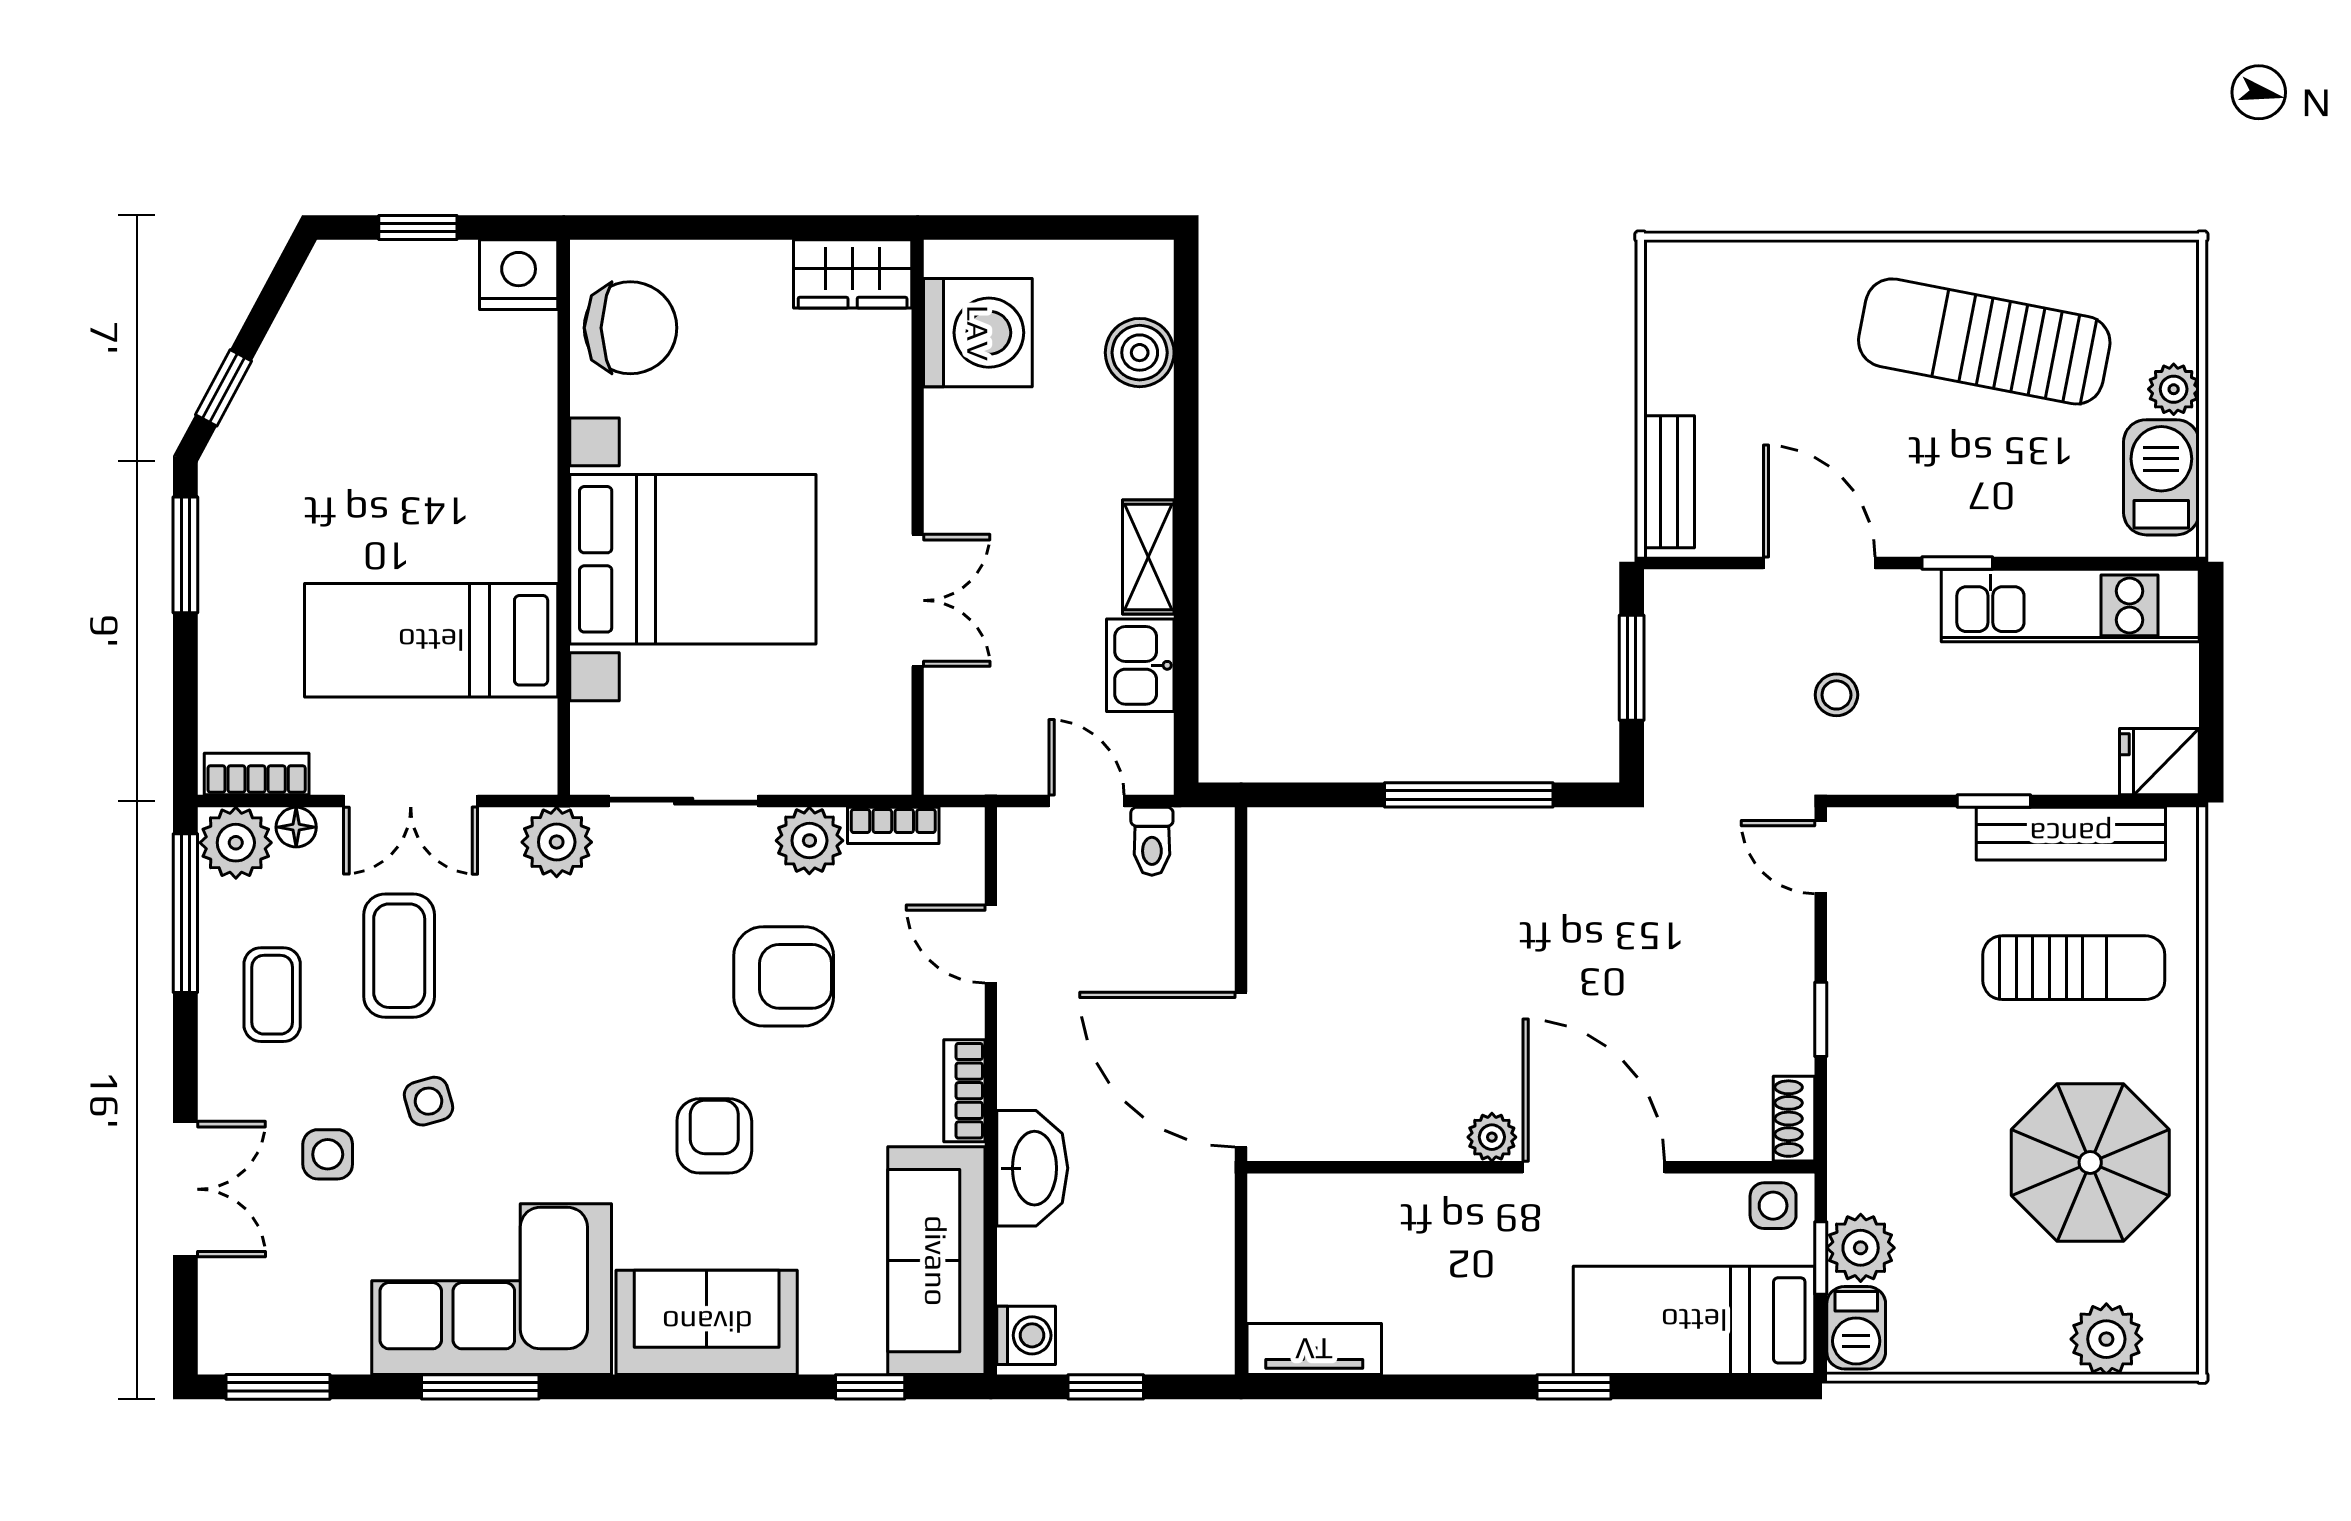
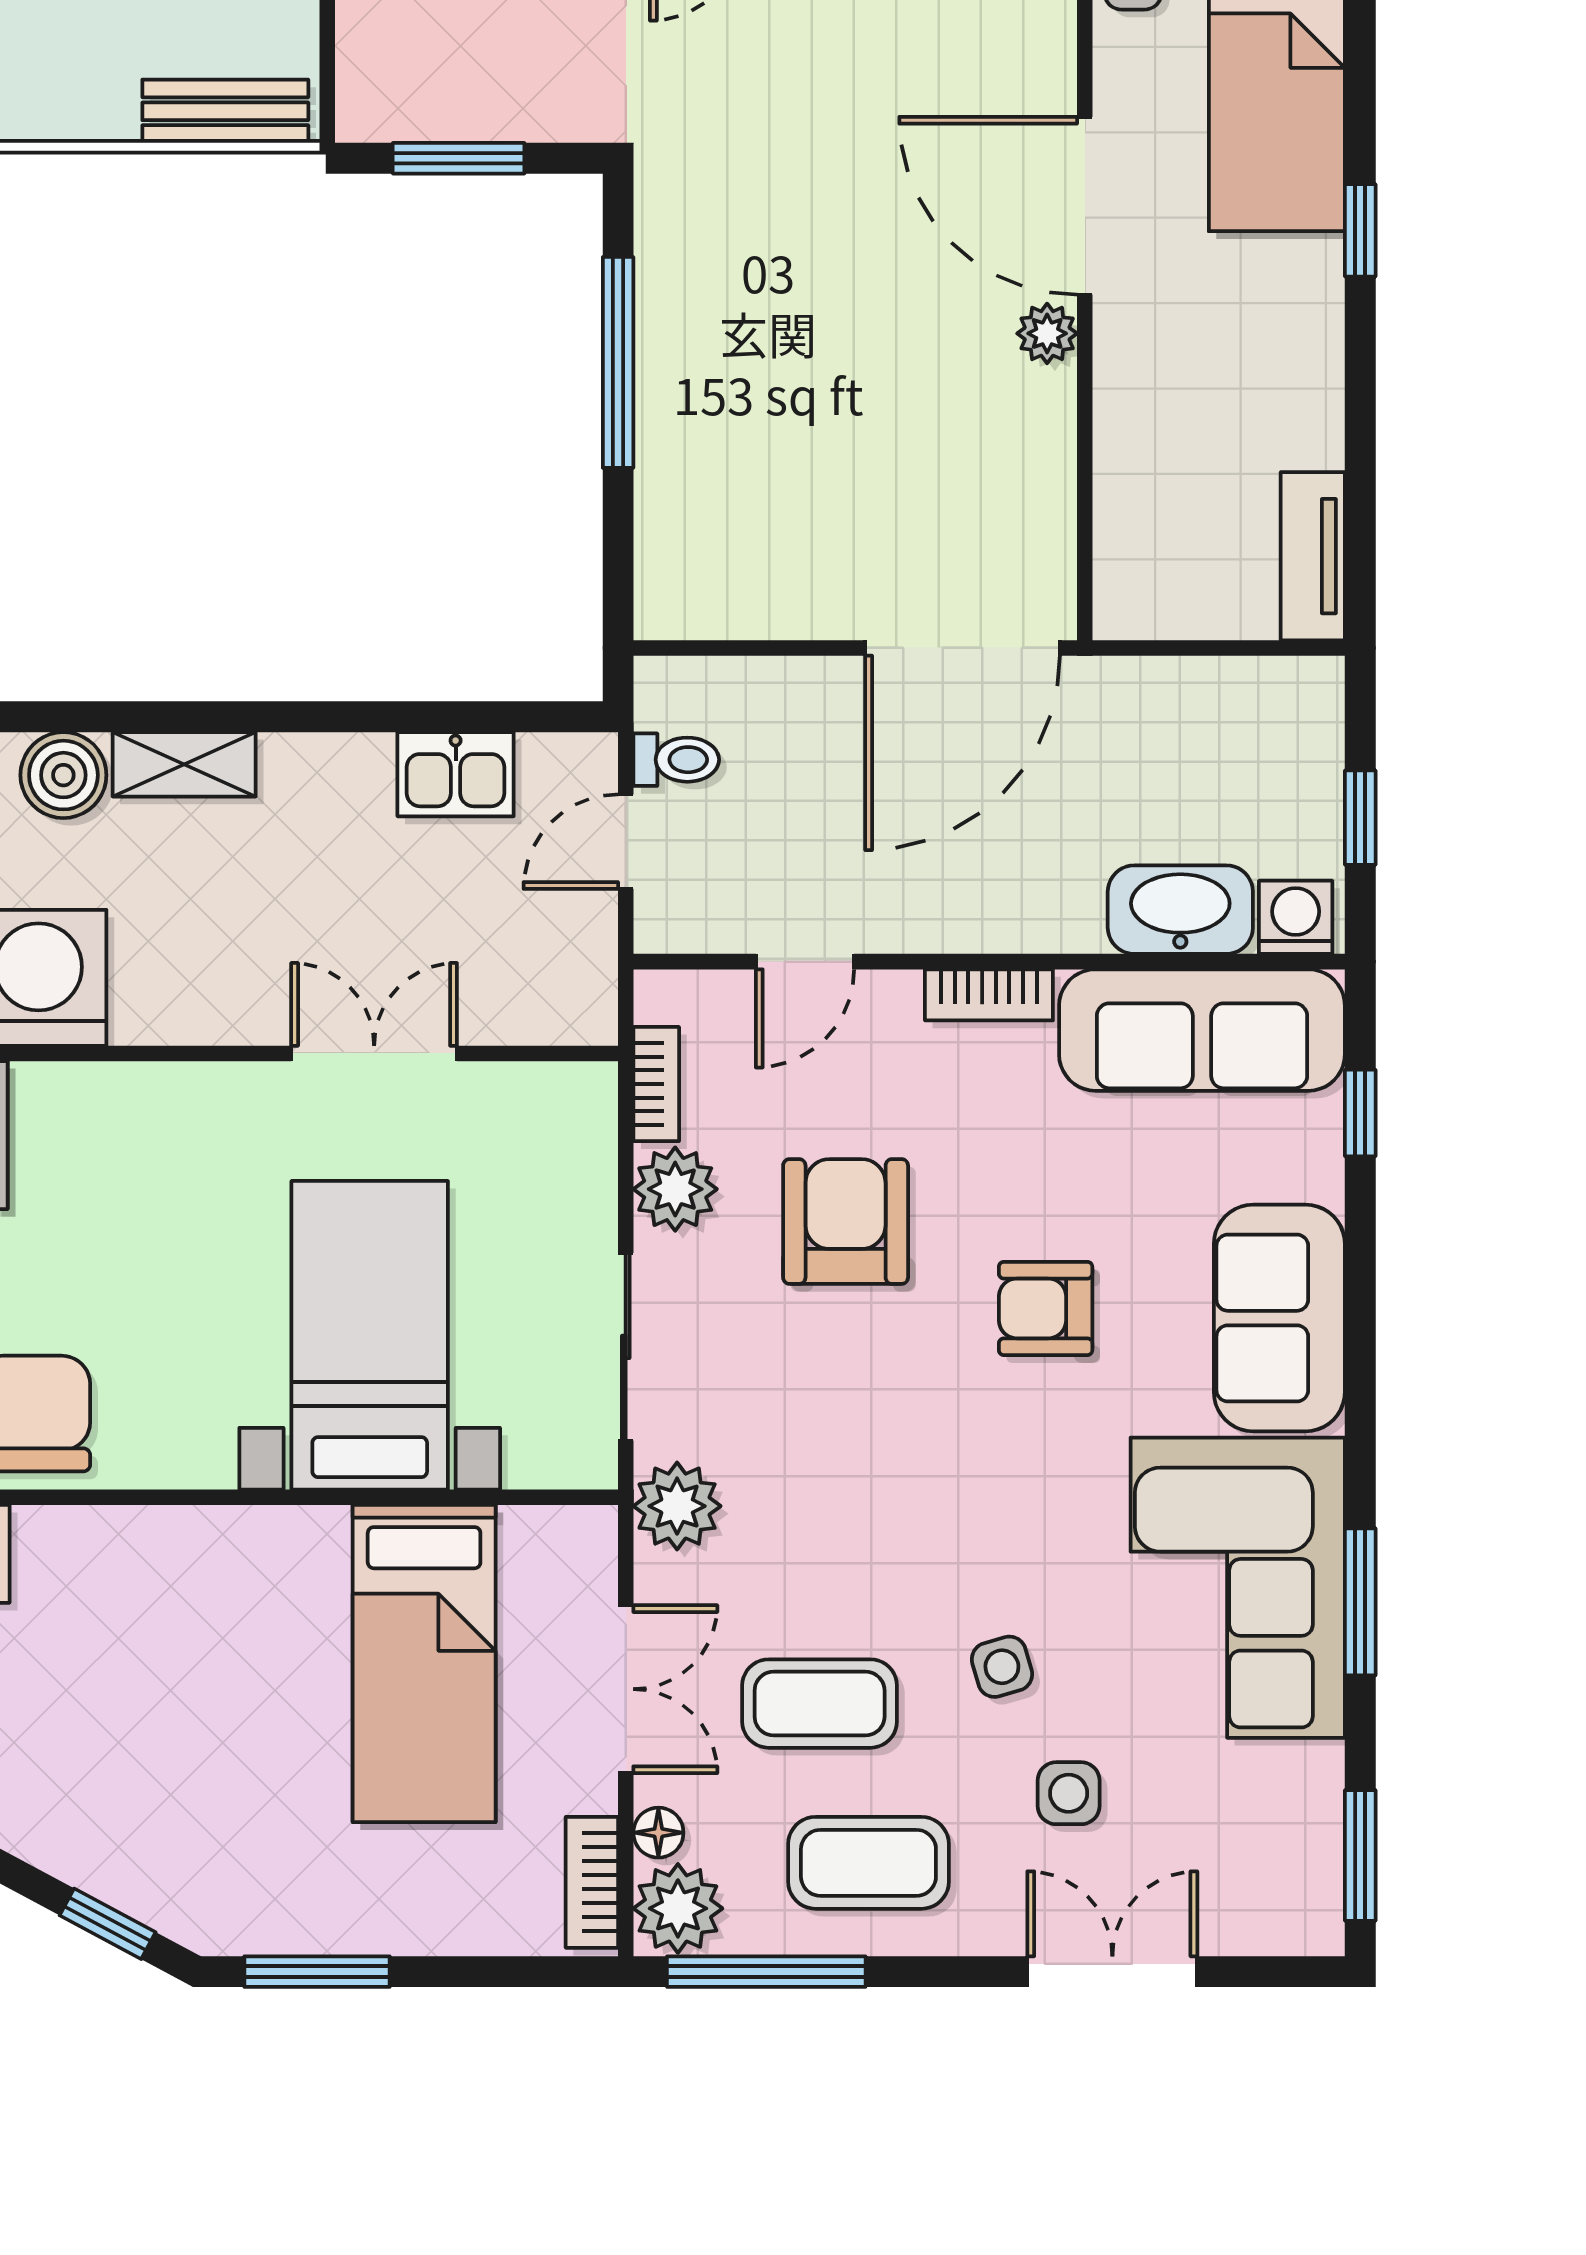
shelving: (1148, 557) -> (184, 764), moved
bed with nightstands: (693, 559) -> (370, 1335), width x0.73
coffee table: (272, 995) -> (868, 1863), width x1.36, depth x1.30
door: (1594, 1167) -> (1085, 206), hinge flipped
washbasin: (1032, 1168) -> (1180, 910), moved

